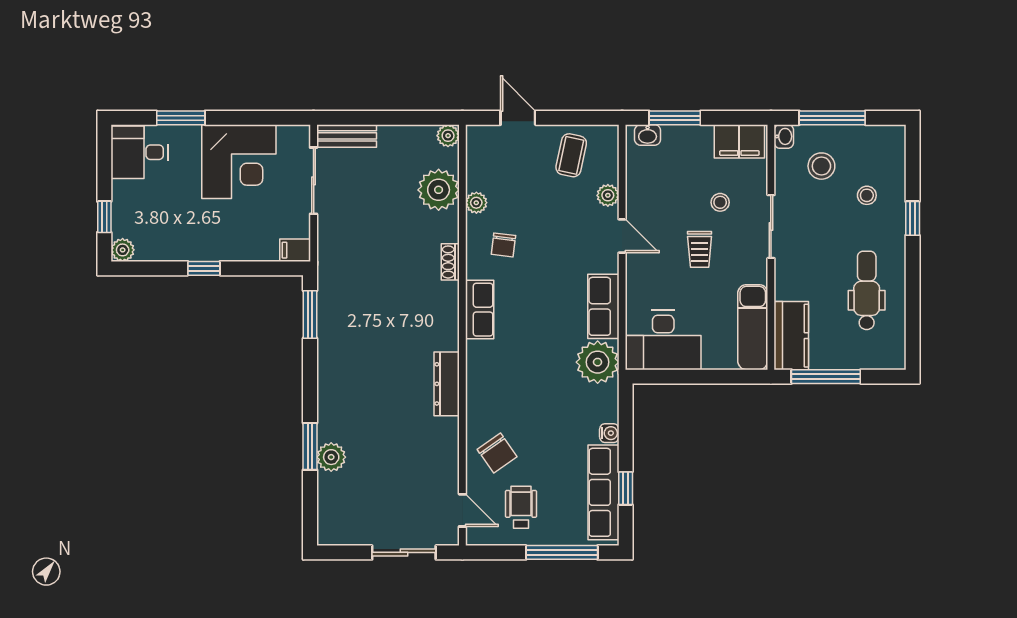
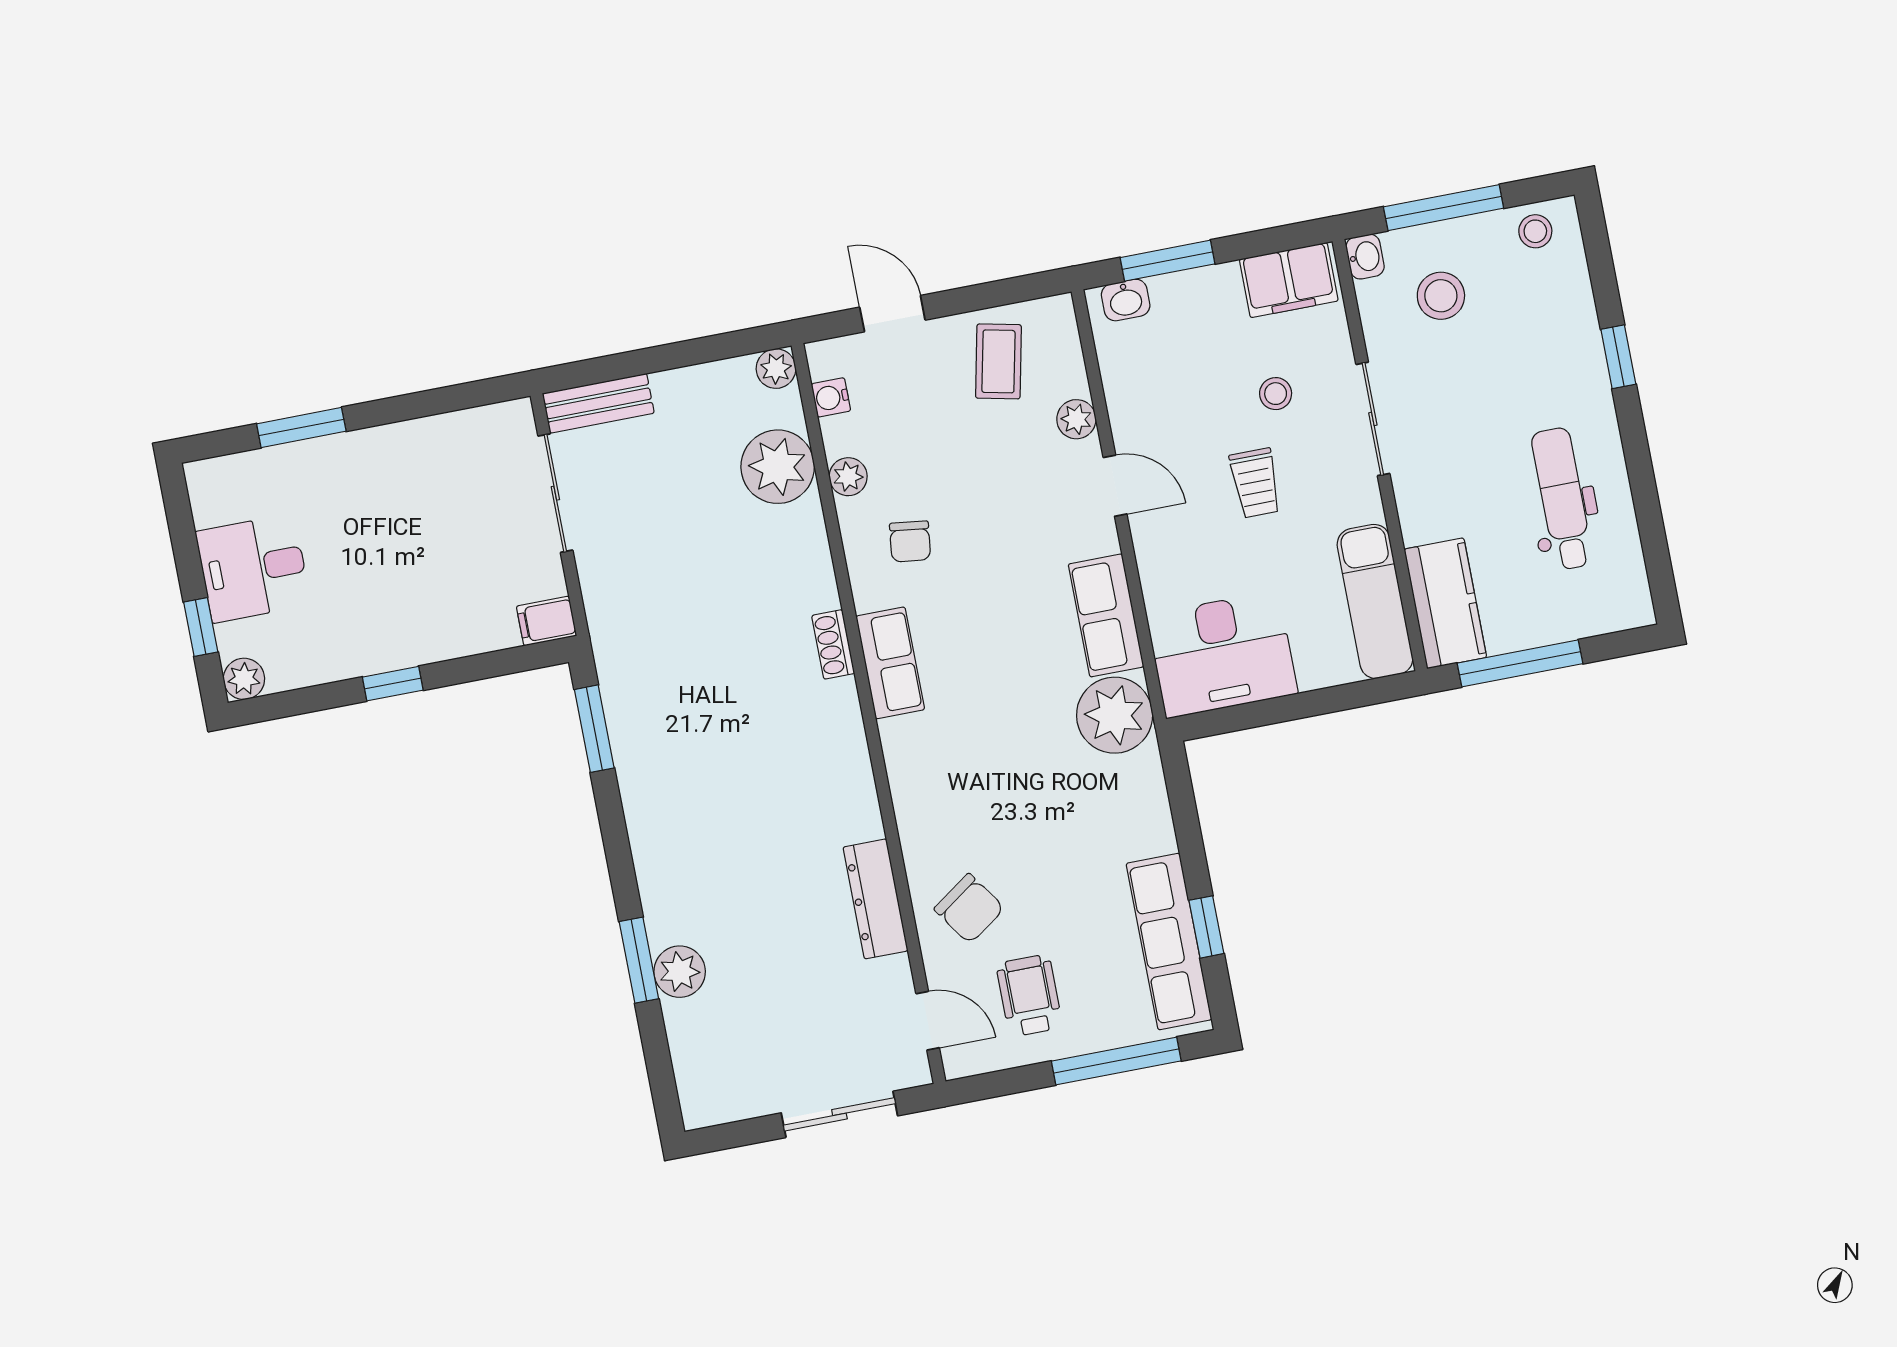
desk: (139, 152) -> (253, 568), moved
corner desk: (239, 162) -> (418, 485), removed
stool: (867, 195) -> (1535, 231), moved
shoe rack: (450, 262) -> (833, 644), moved
dresser: (447, 384) -> (876, 899), moved
water cooler: (609, 433) -> (831, 397), moved, turned 180

